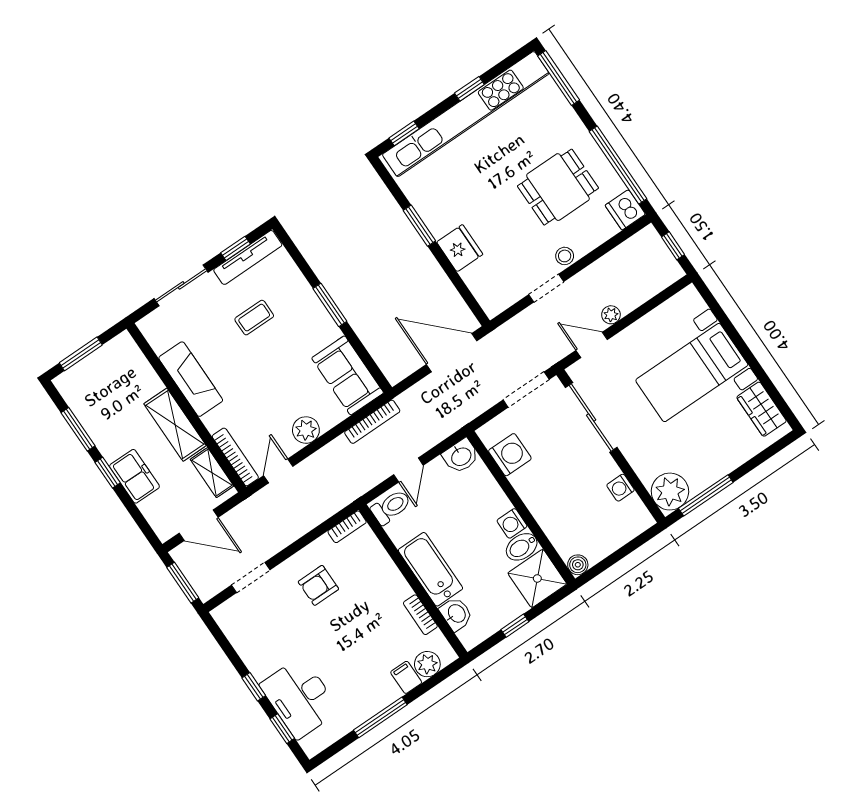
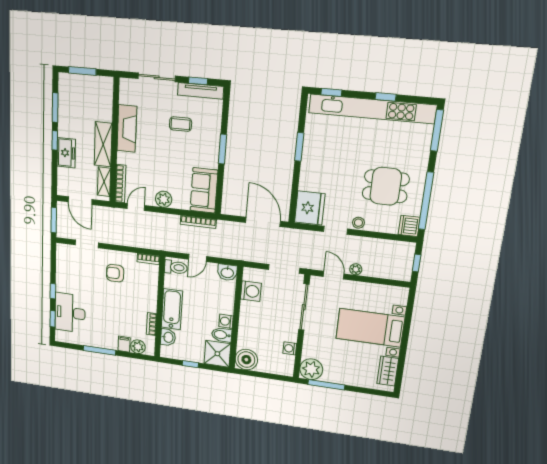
fridge: (460, 248) -> (310, 208), moved, width x1.36, depth x1.34
boiler: (578, 565) -> (246, 360), width x1.86, depth x1.86

